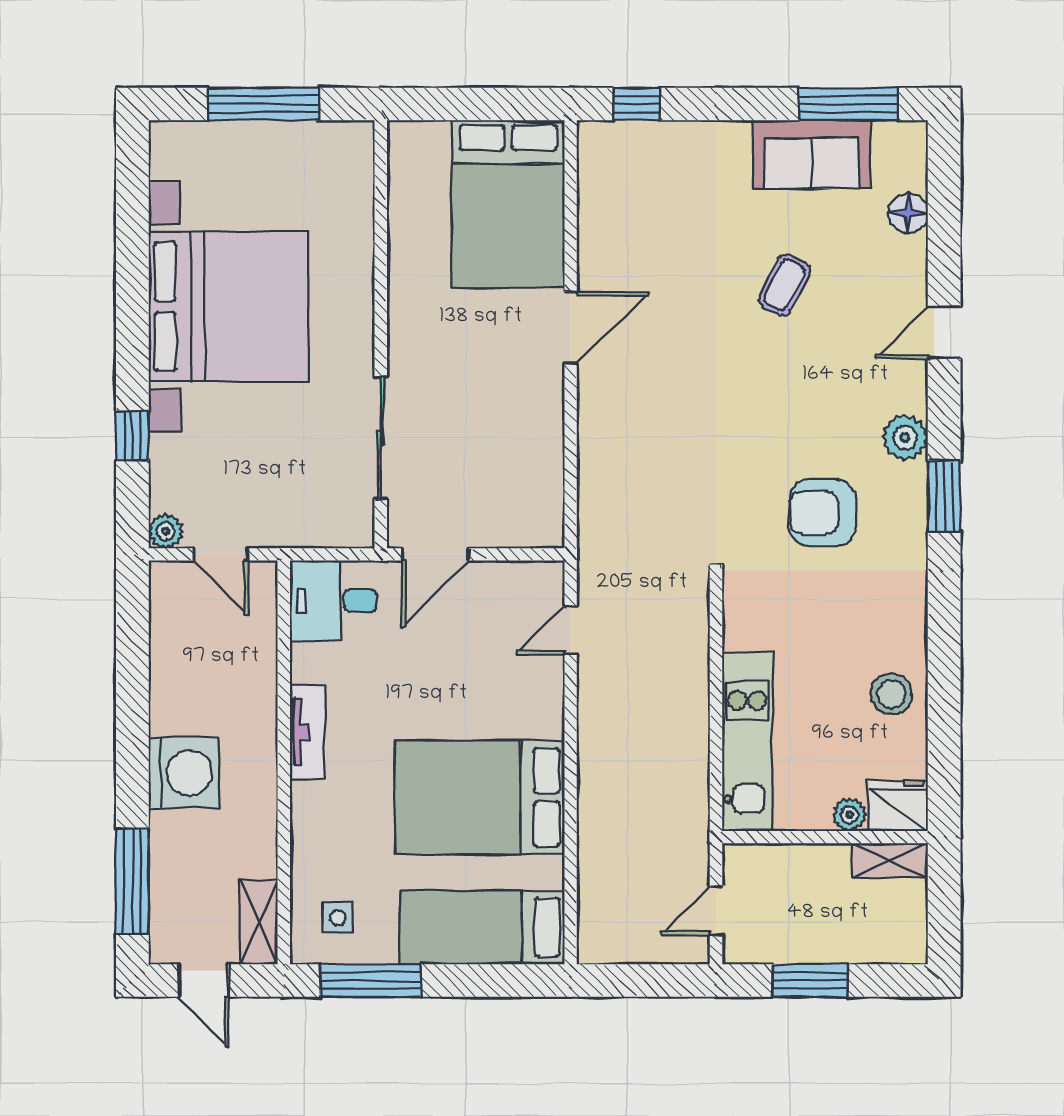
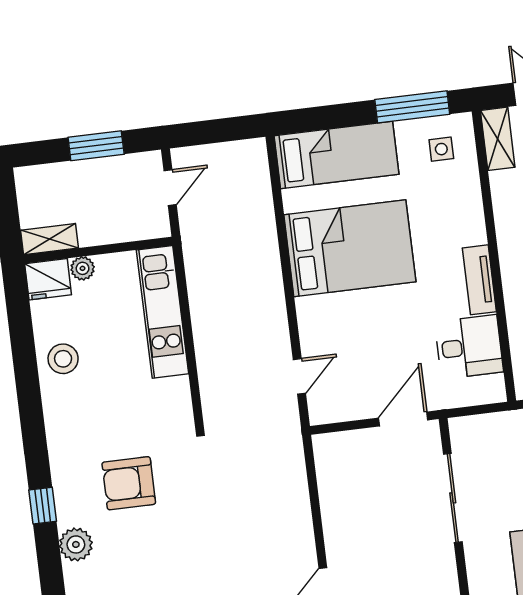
window: (944, 496) -> (43, 506), width x0.67
armchair: (822, 513) -> (129, 483), turned 180
desk: (333, 601) -> (469, 347), moved

